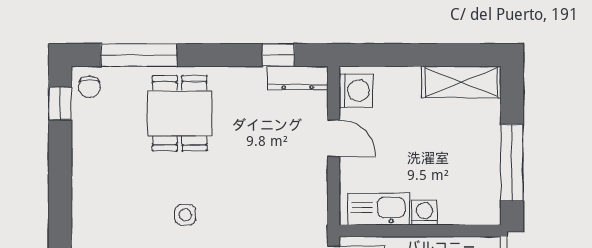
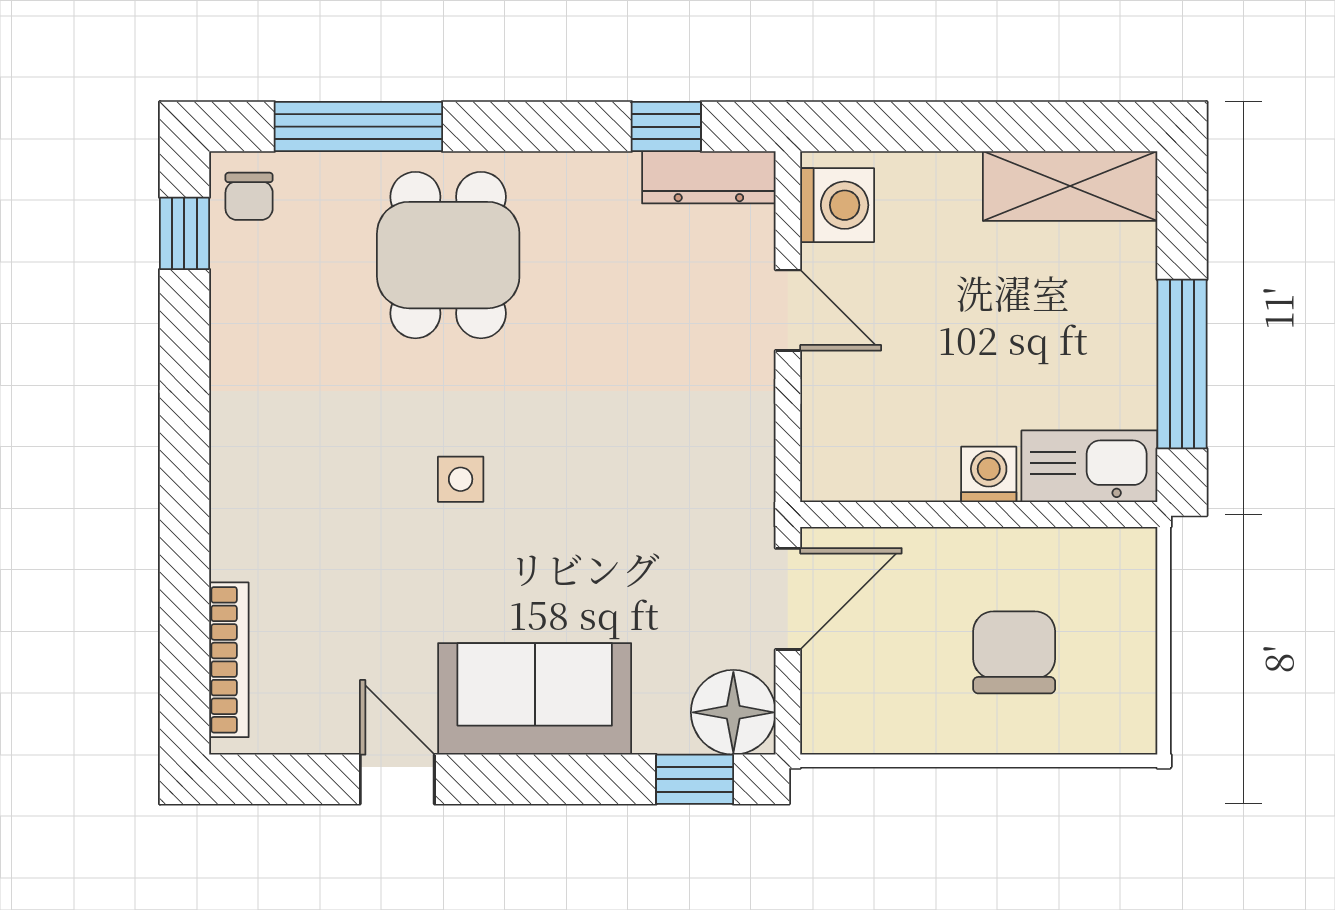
kitchen sink: (379, 209) -> (1089, 466), moved

